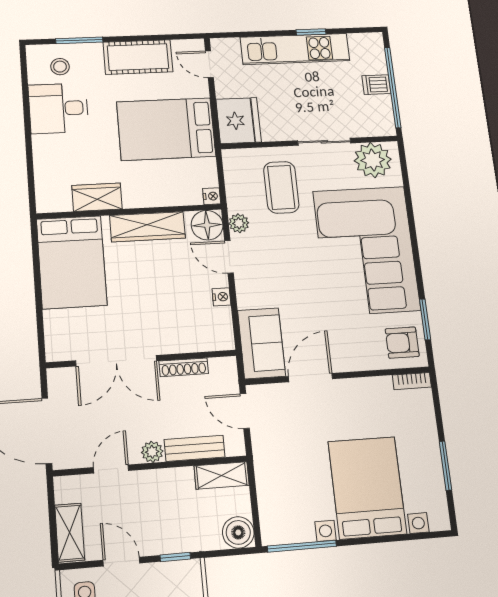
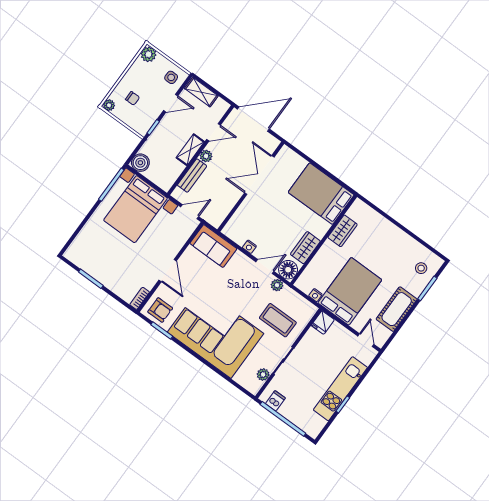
door: (209, 64) -> (366, 340), hinge flipped
dishwasher: (376, 85) -> (275, 401), moved
desk: (58, 108) -> (401, 250), removed
fridge: (239, 121) -> (323, 323), width x0.53, depth x0.75
plant: (373, 160) -> (263, 375), width x0.53, depth x0.53
nightstand: (212, 196) -> (315, 295), moved
wardrobe: (148, 227) -> (305, 248), width x0.67
armchair: (402, 343) -> (160, 310), turned 90
shoe rack: (184, 367) -> (232, 202), removed
door: (310, 378) -> (168, 270), moved
door: (111, 469) -> (214, 132), hinge flipped
shelving: (222, 476) -> (190, 150), moved
bed with nightstands: (367, 488) -> (136, 209), moved, turned 90

